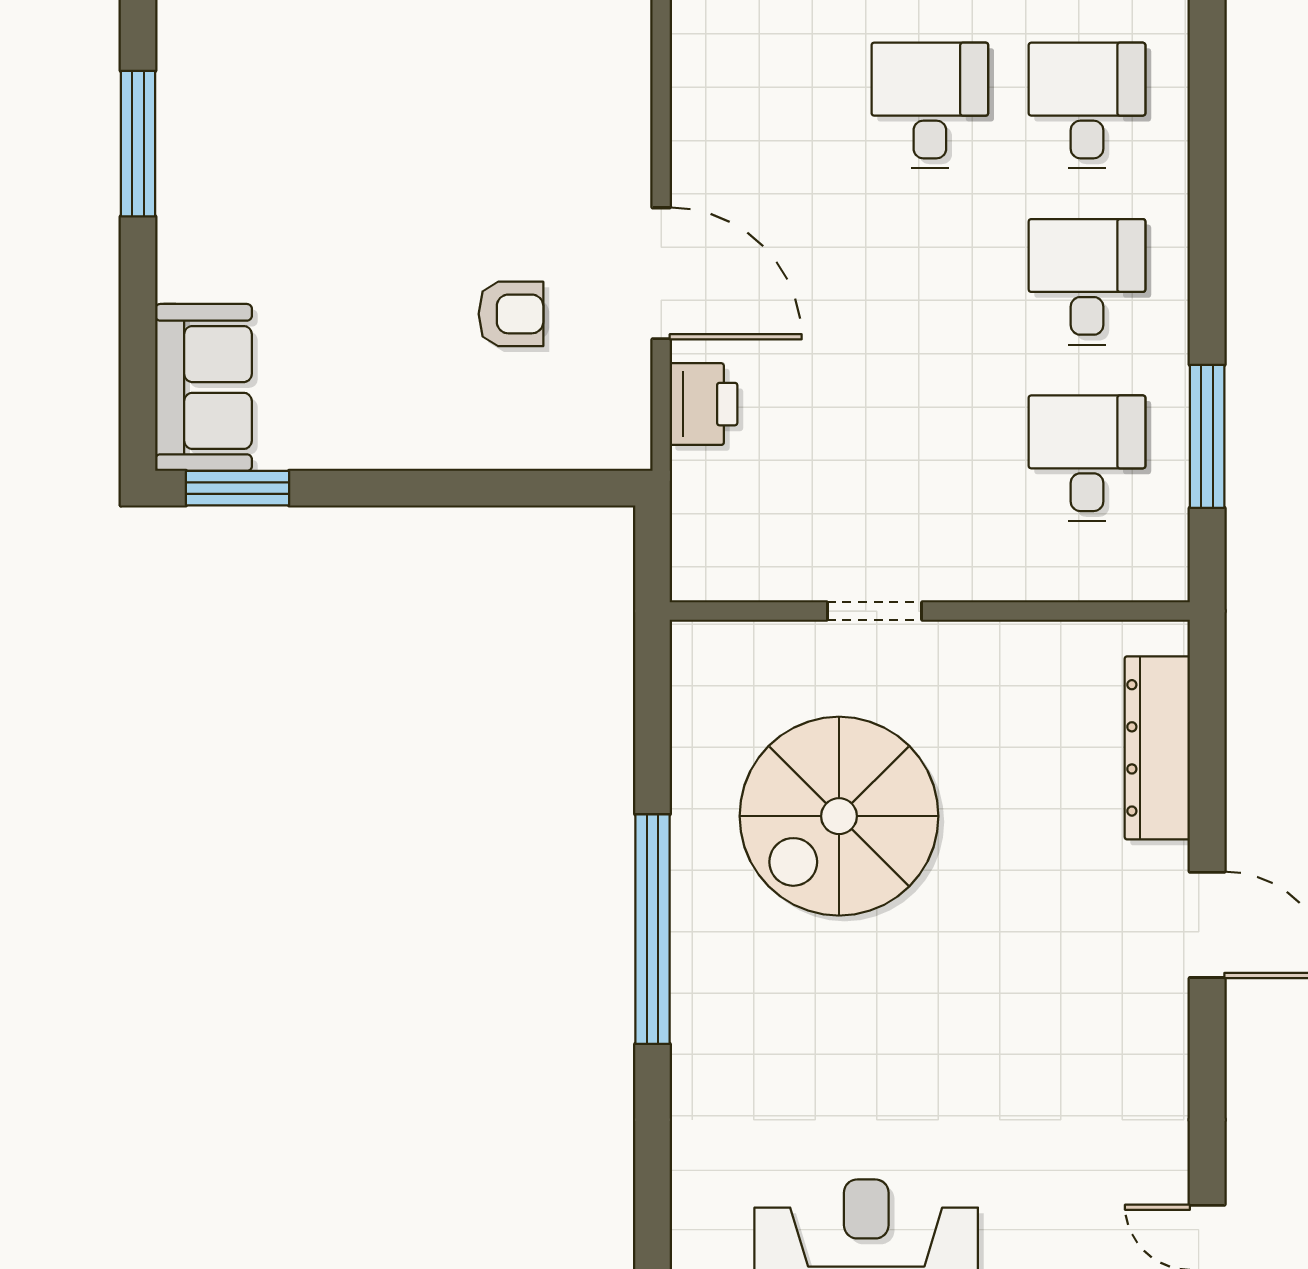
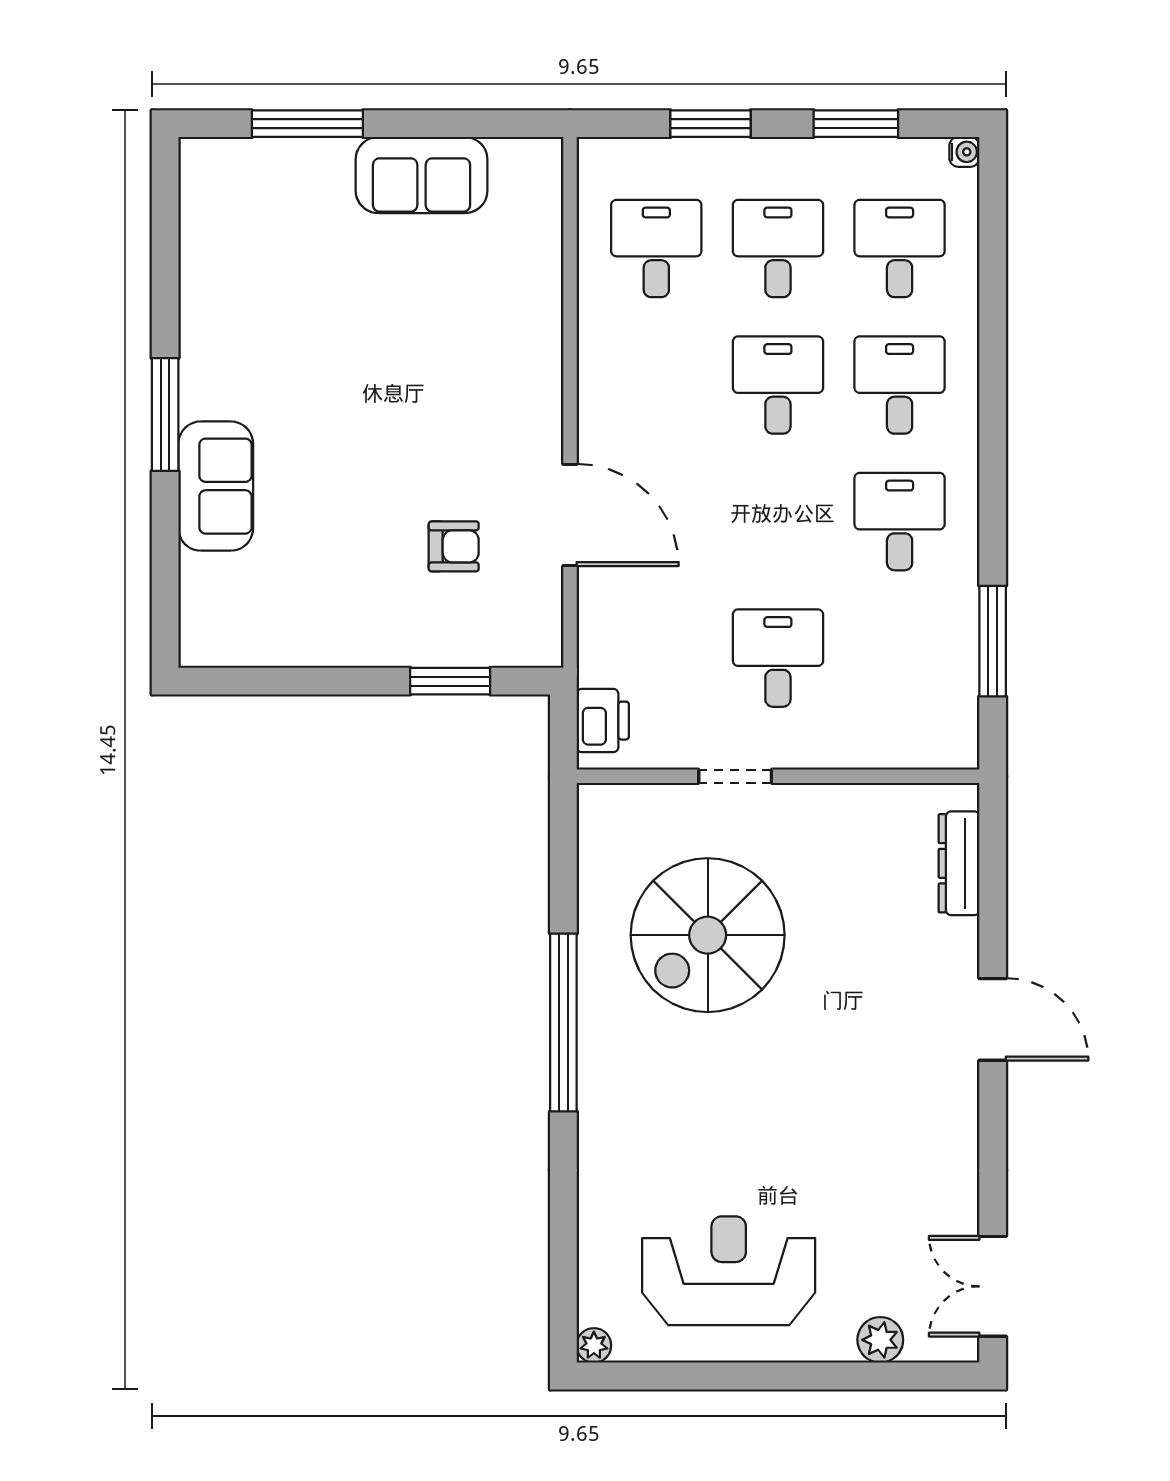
sofa: (204, 387) -> (216, 486), moved
printer: (704, 404) -> (603, 721), moved
desk: (1087, 458) -> (778, 658), moved
window: (238, 488) -> (450, 681), moved
dresser: (1157, 748) -> (959, 863), width x0.73, depth x0.80

